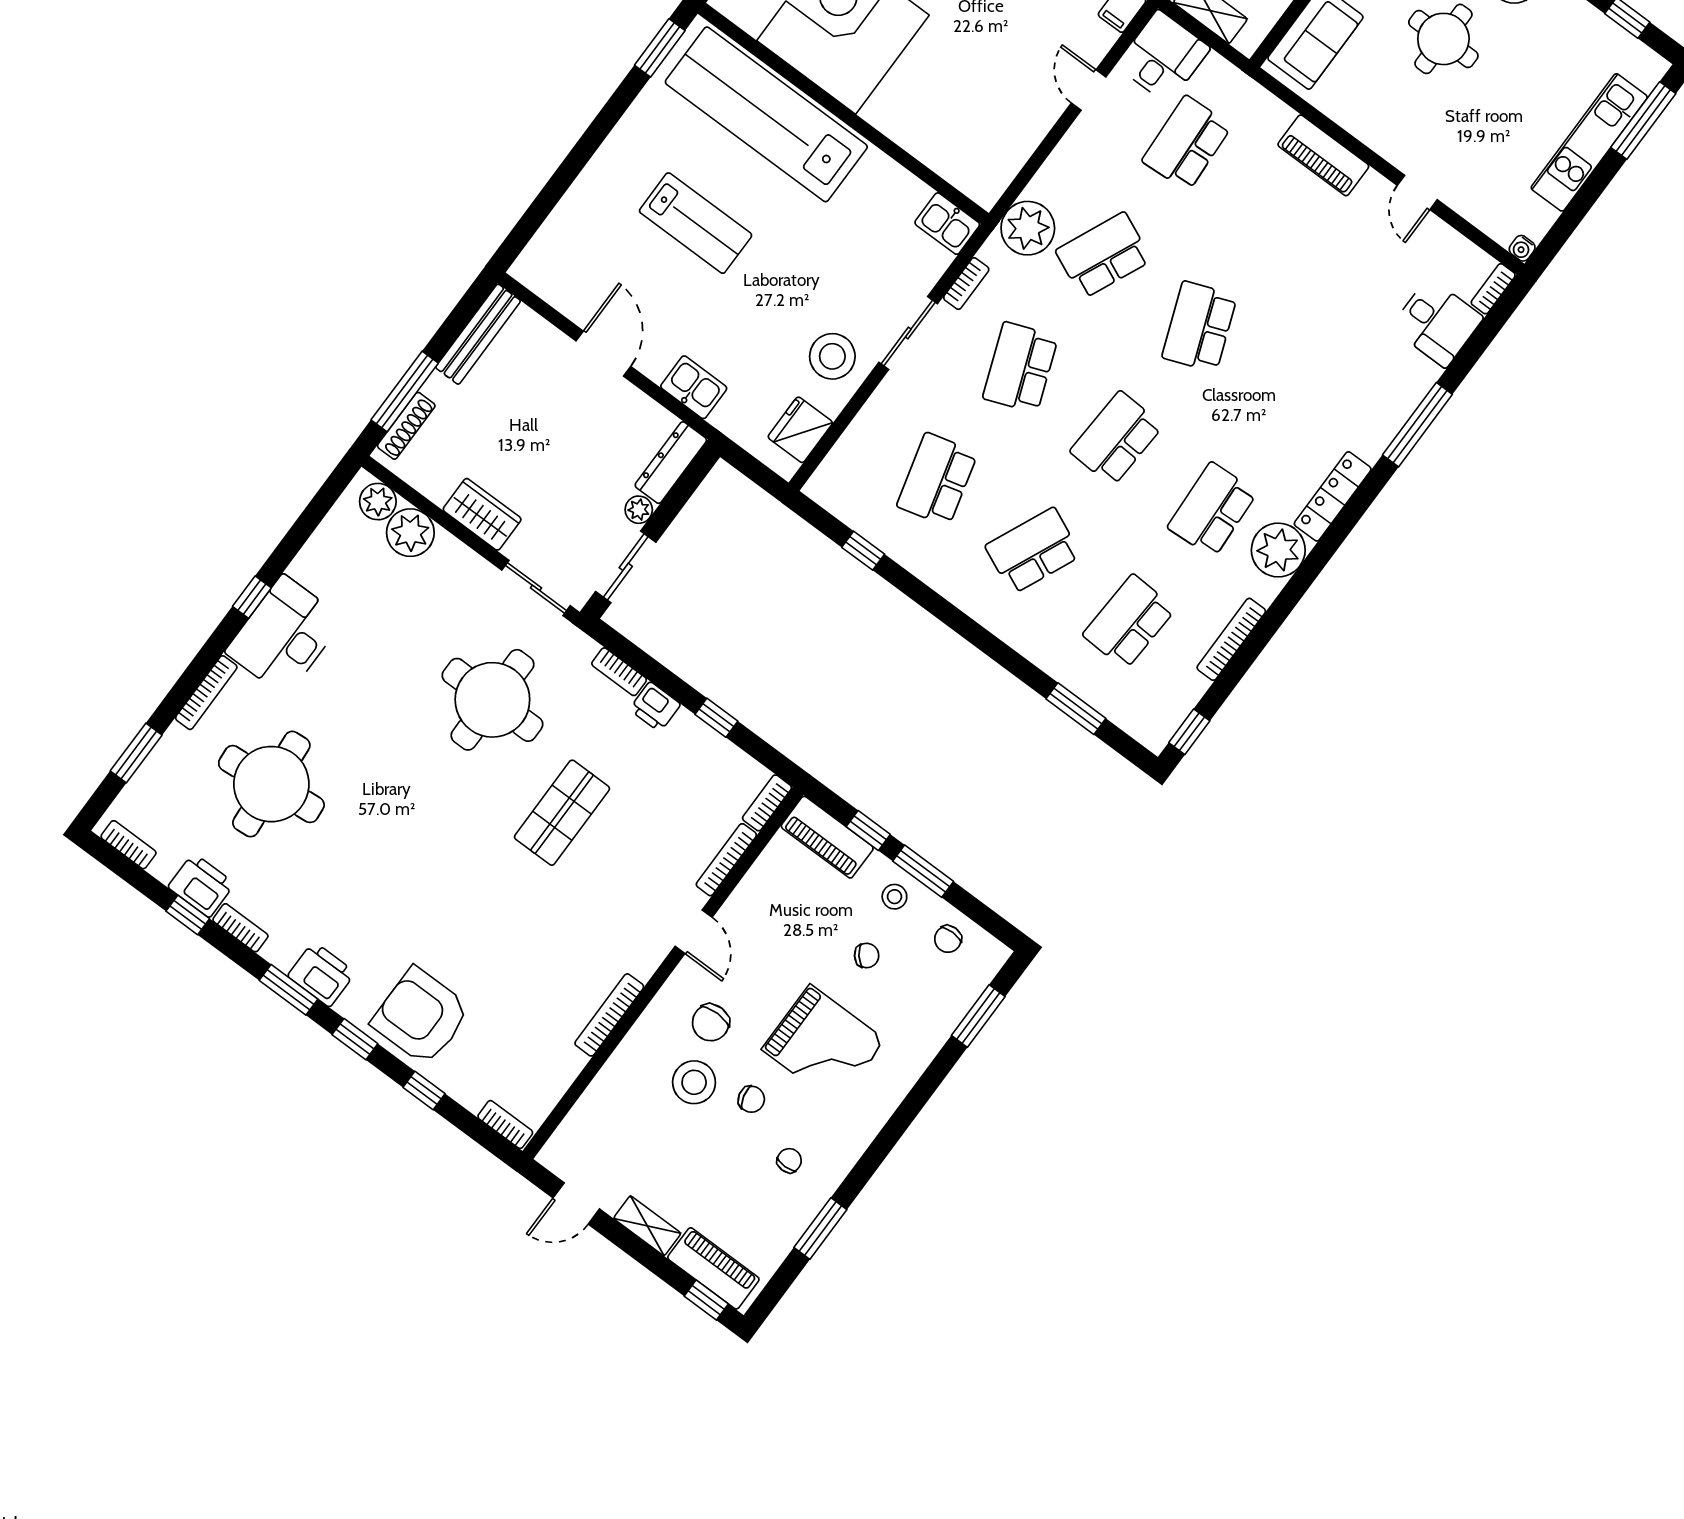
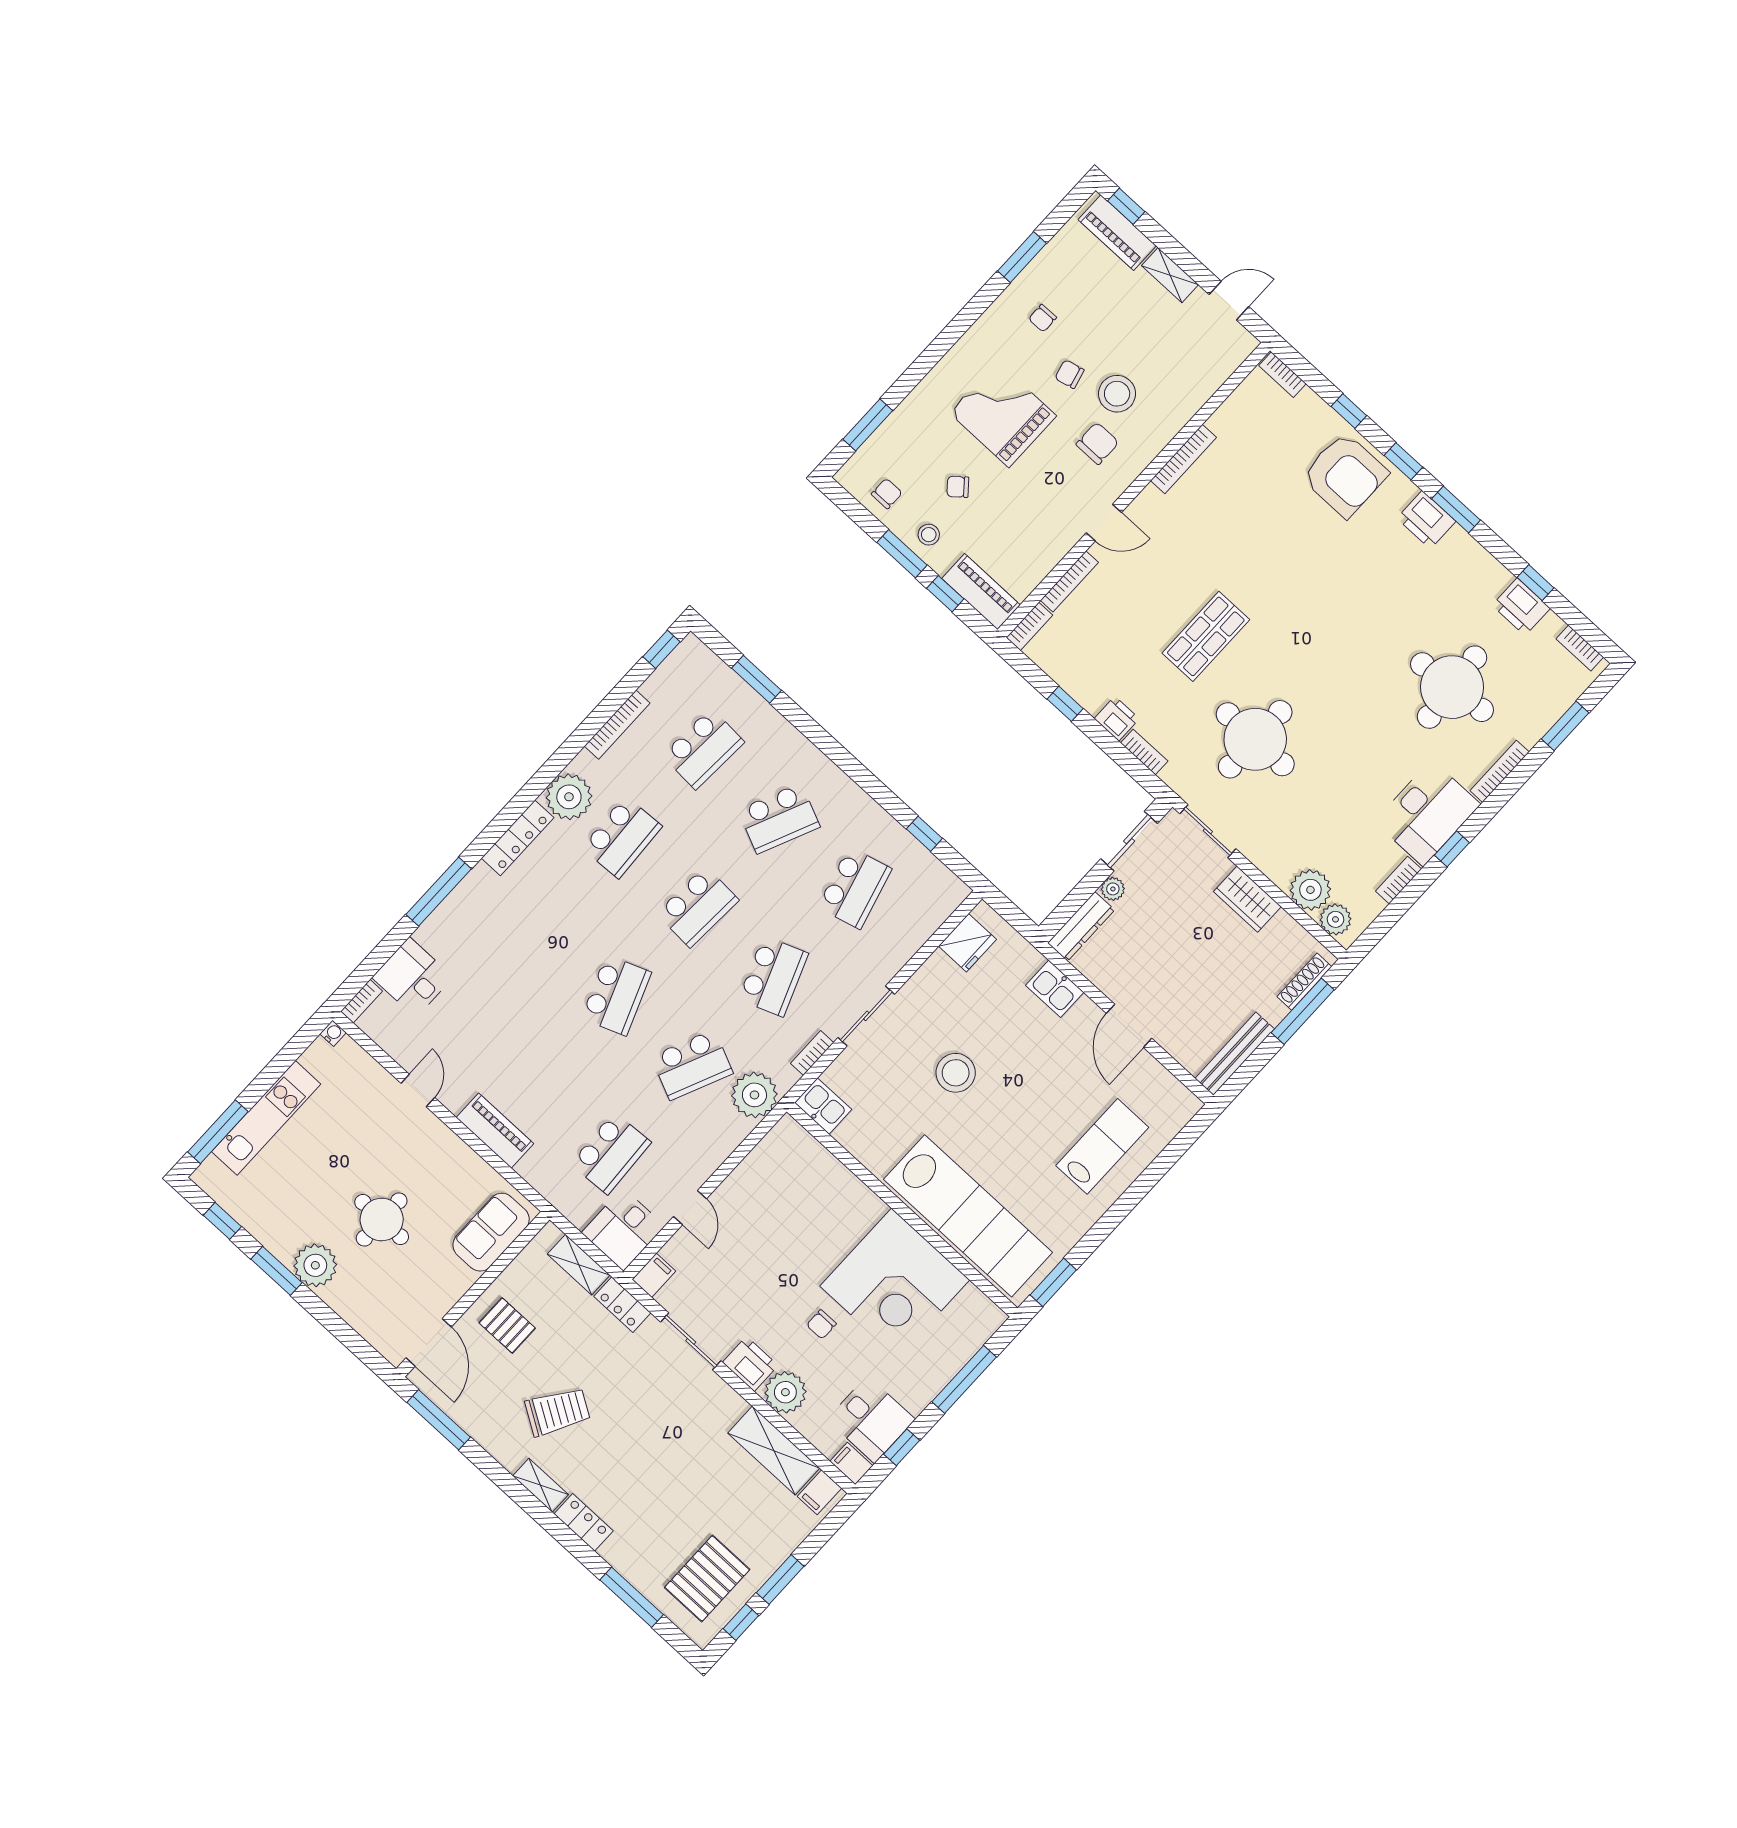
lab bench: (696, 223) -> (1102, 1146), moved, turned 90
stool: (832, 356) -> (956, 1073), moved
bookcase: (240, 928) -> (1399, 880), moved, turned 90
door: (694, 932) -> (1104, 523), swing flipped

